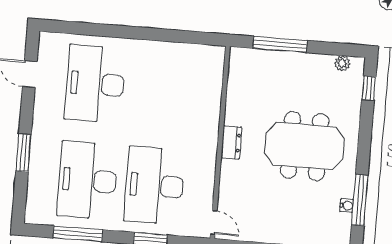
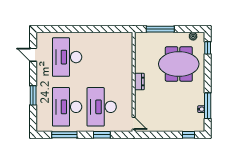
meeting table: (304, 146) -> (179, 64), moved

